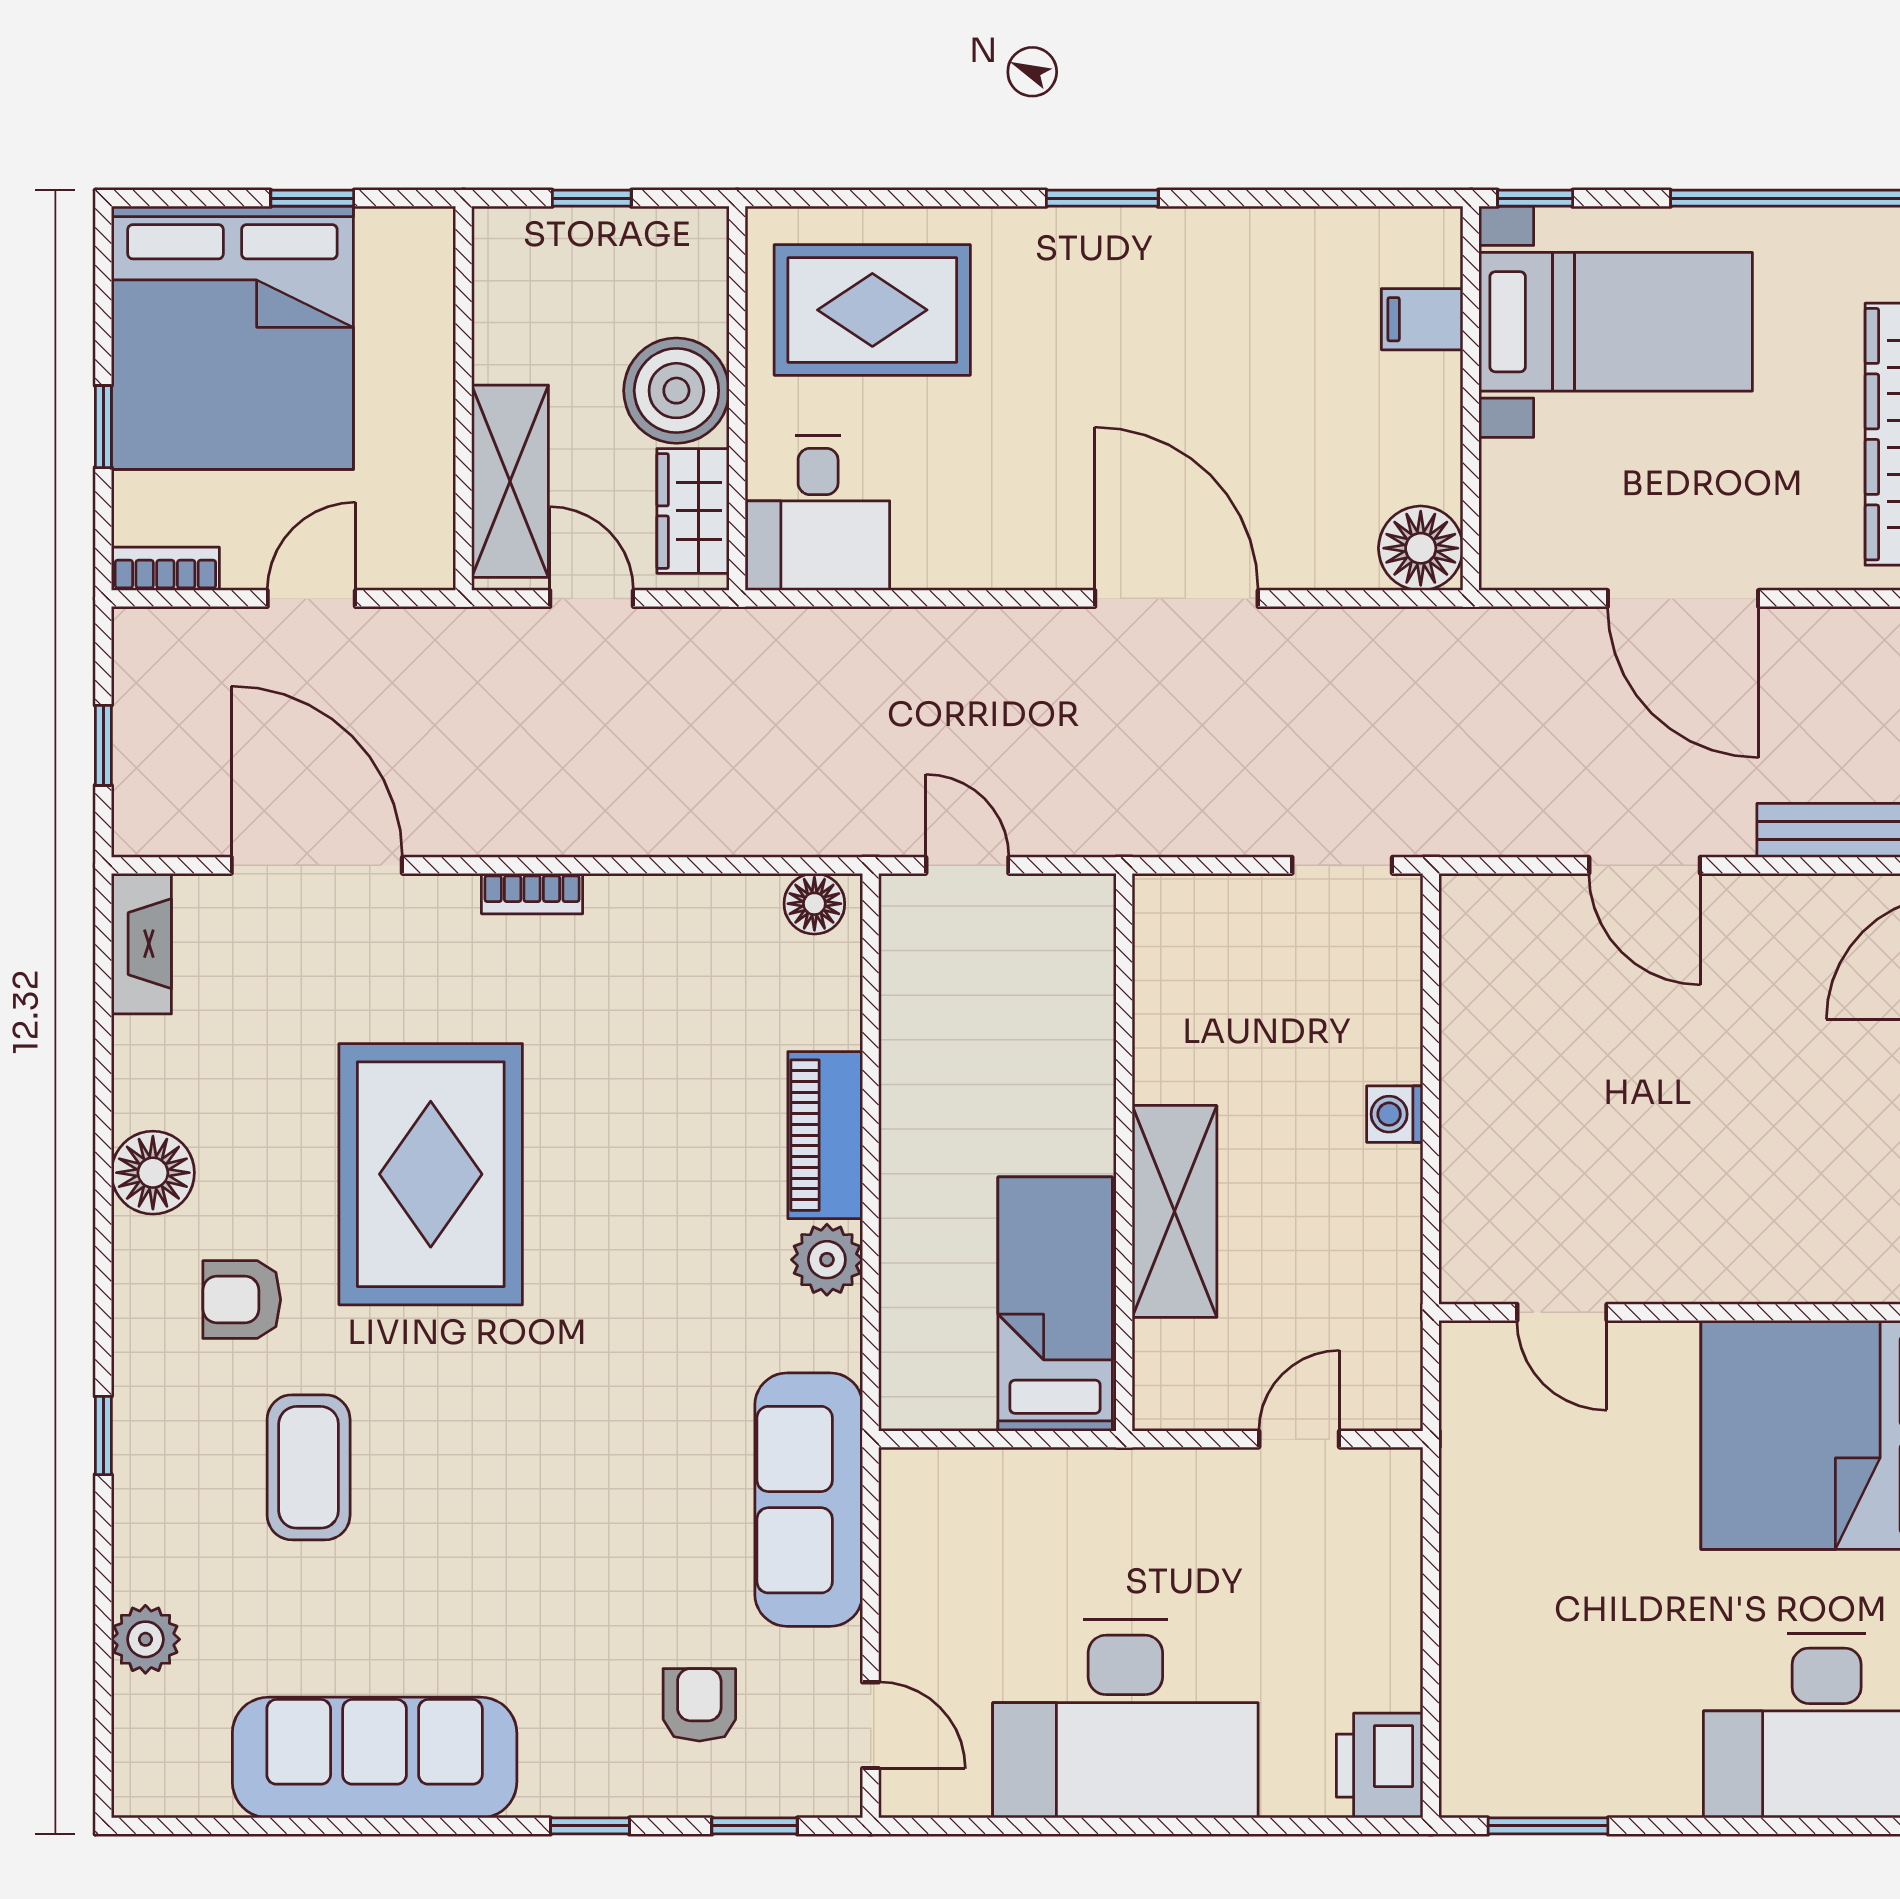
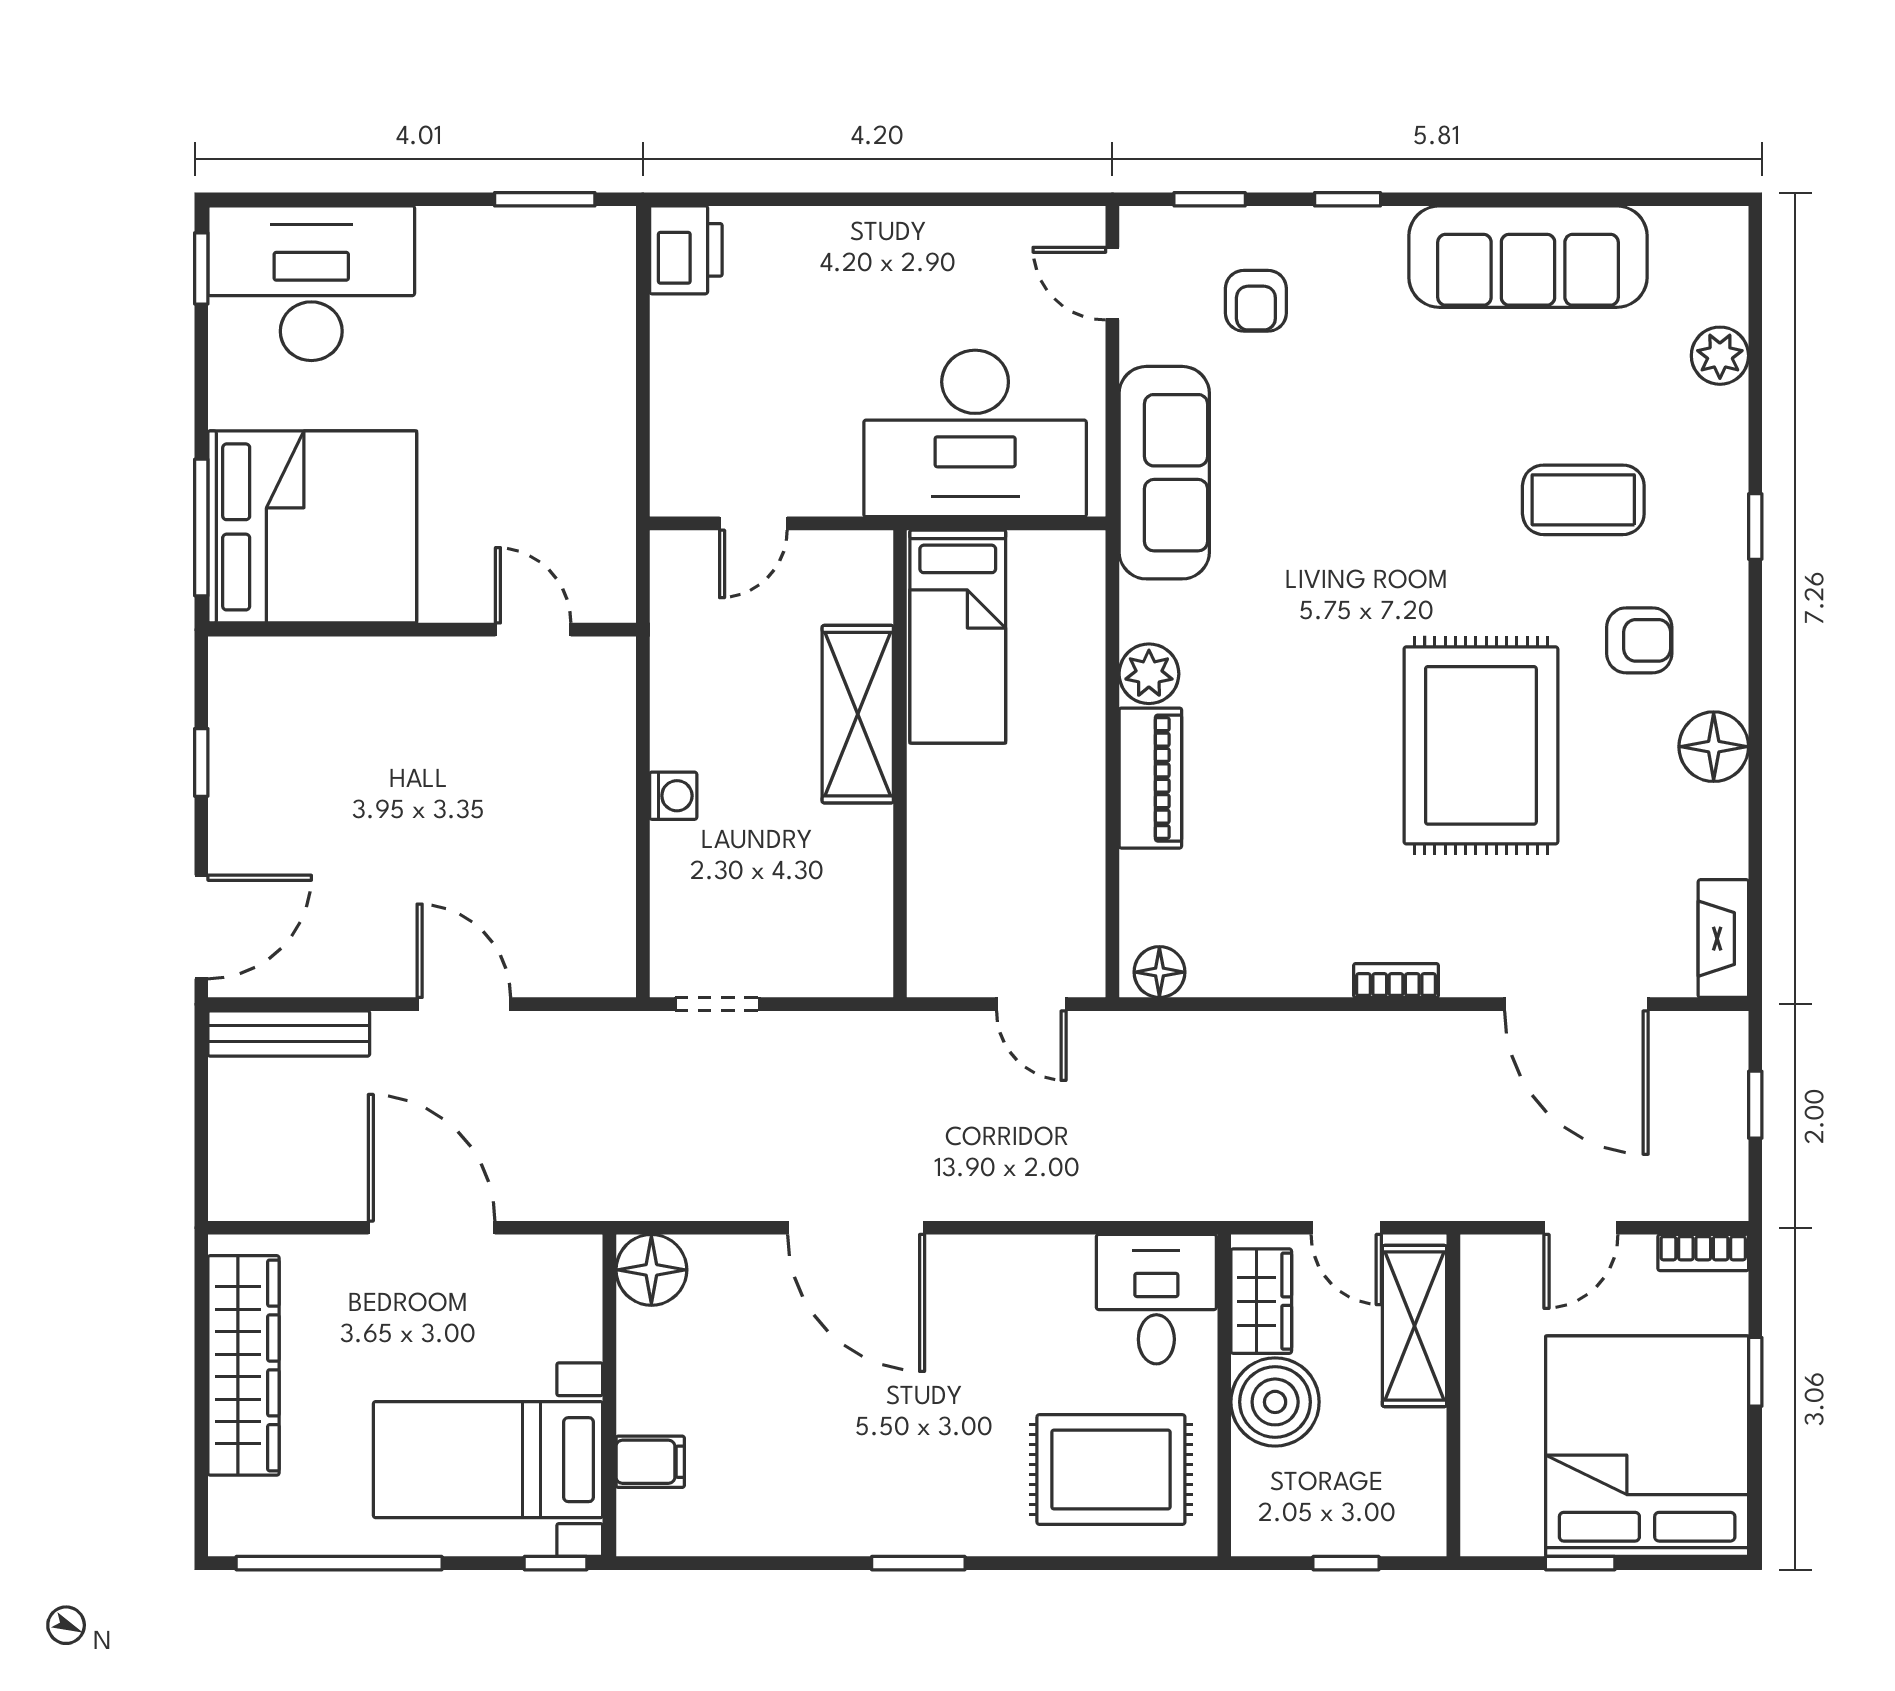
coffee table: (309, 1467) -> (1583, 500), turned 90
desk: (1125, 1719) -> (975, 433), moved, turned 180

